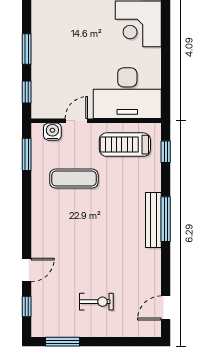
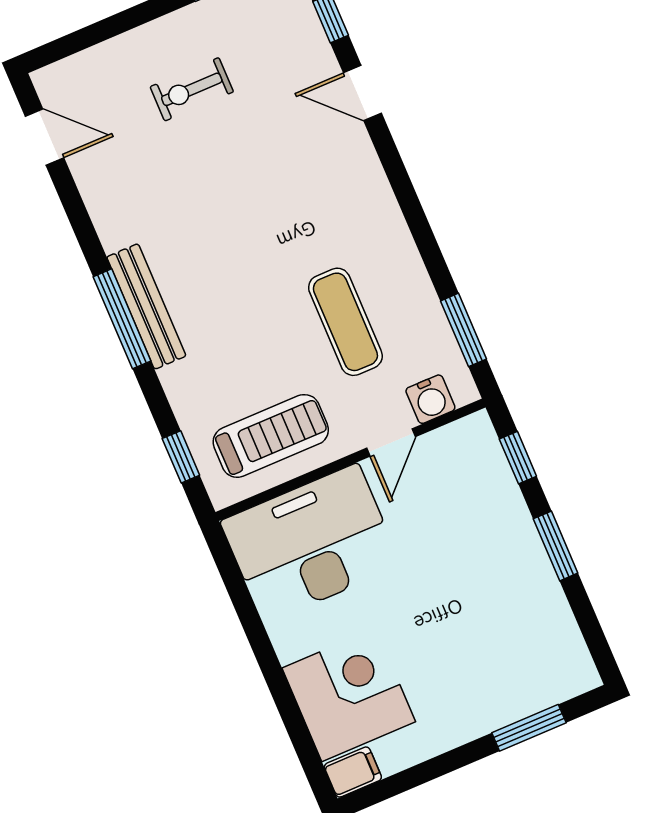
exercise mat: (74, 179) -> (345, 322), turned 90
door: (27, 270) -> (362, 93), hinge flipped
door: (166, 308) -> (44, 137), hinge flipped

